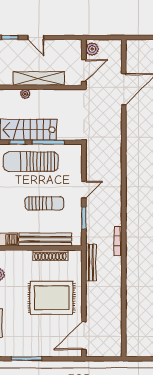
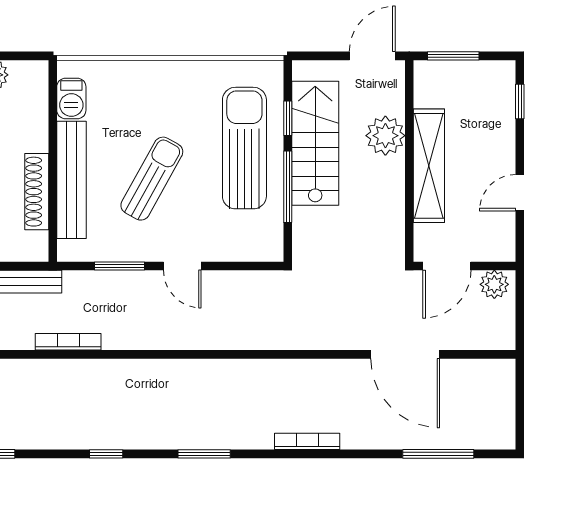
door: (36, 38) -> (520, 193), moved
door: (84, 70) -> (447, 266), hinge flipped
plant: (25, 94) -> (385, 136), width x1.88, depth x1.88
sun lounger: (45, 203) -> (152, 179), turned -151

